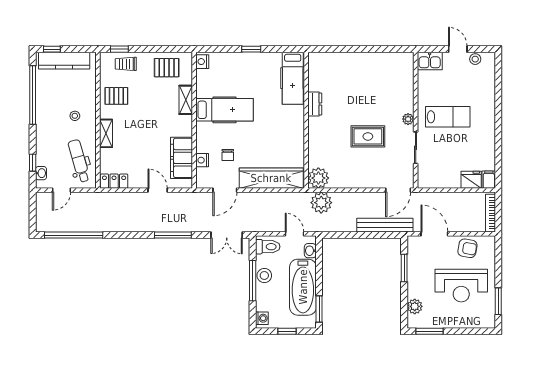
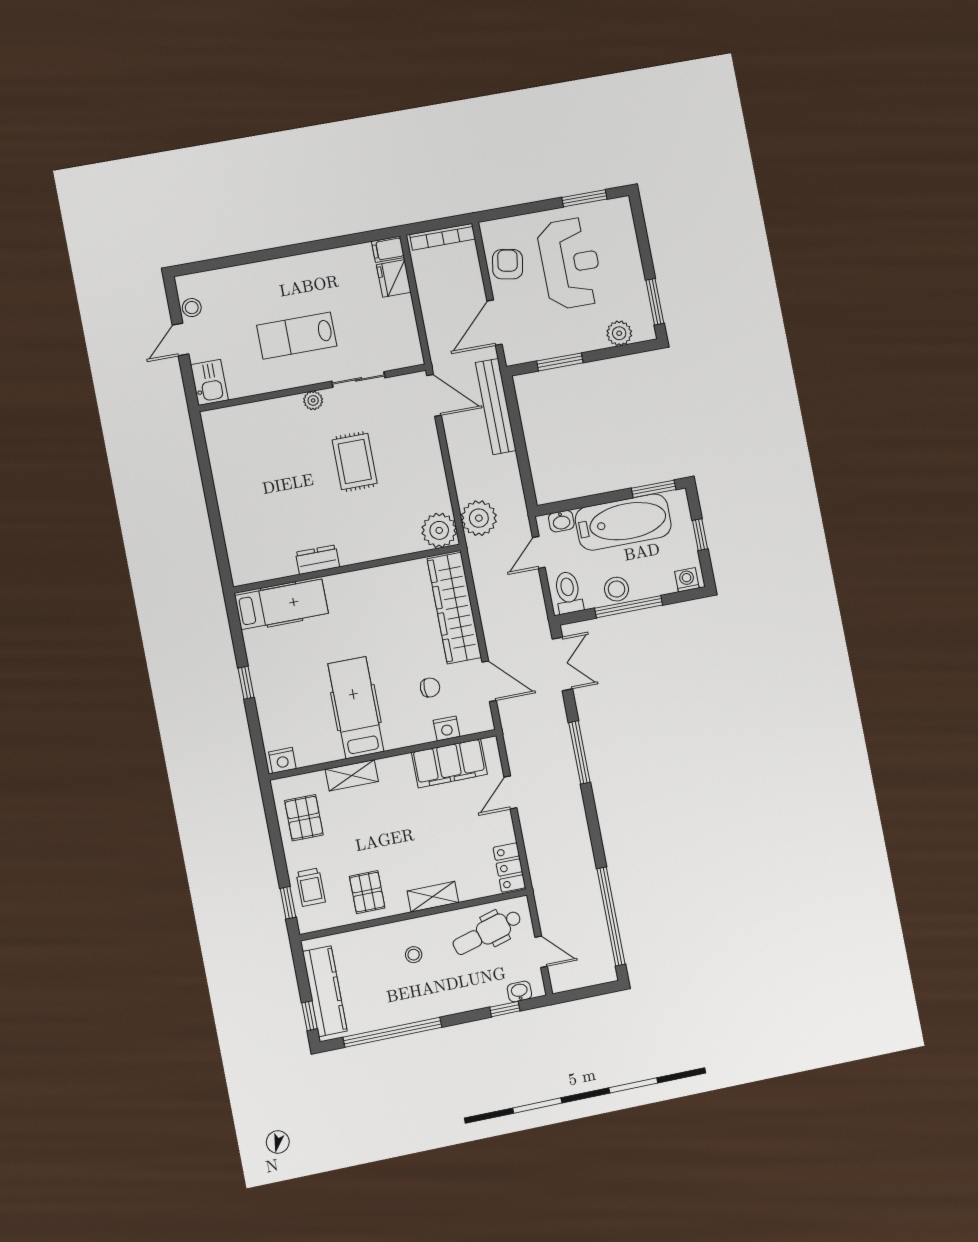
lab bench: (448, 117) -> (297, 336), turned -90

